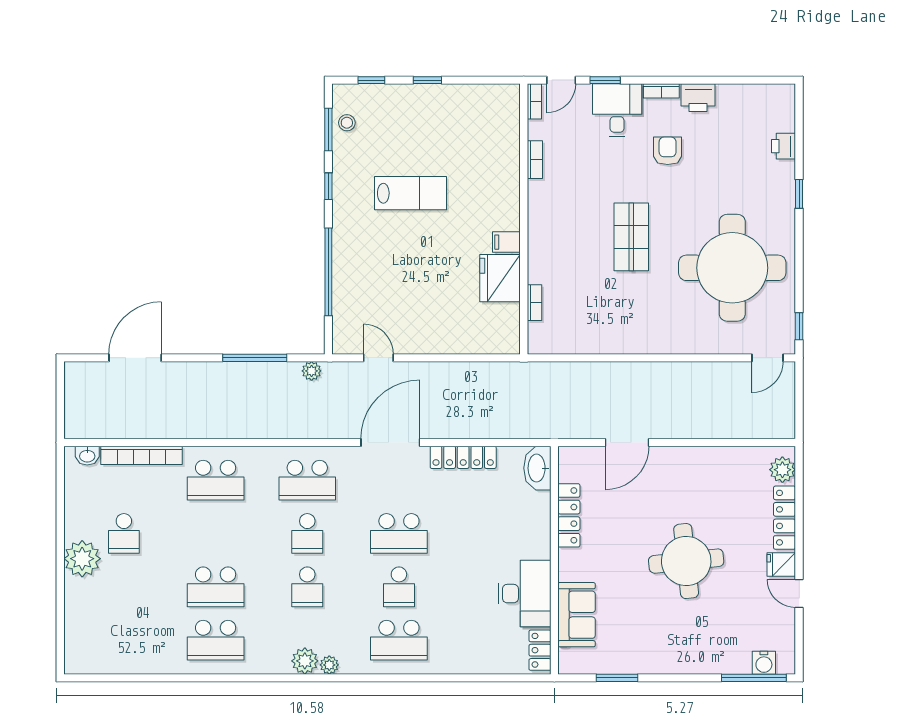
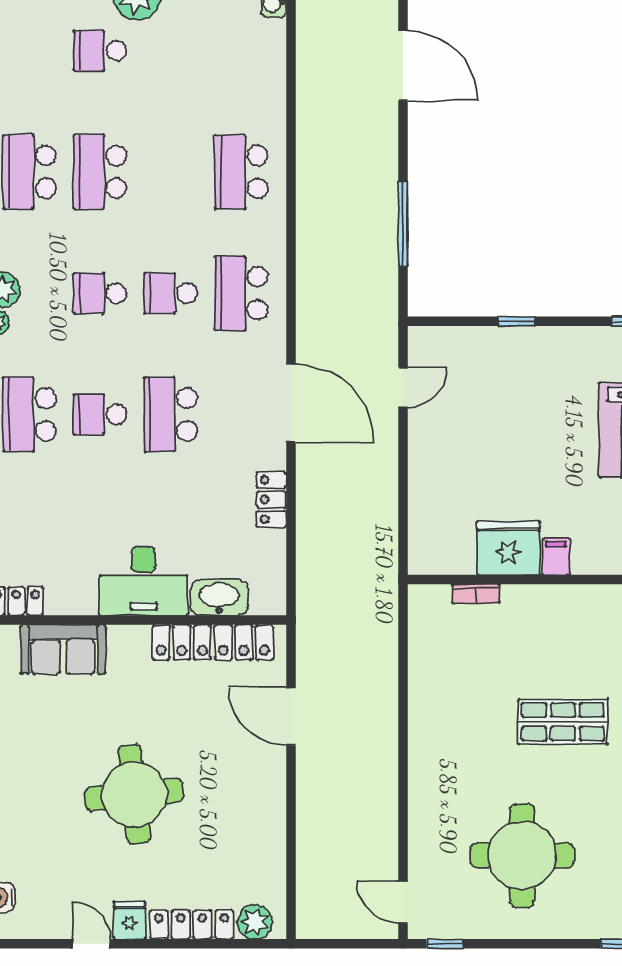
round table: (732, 268) -> (522, 855), width x0.73, depth x0.73
window: (328, 272) -> (517, 321), width x0.32
plant: (312, 371) -> (386, 299), removed
bookcase: (142, 455) -> (274, 74), removed
locker: (463, 457) -> (271, 499), width x0.66
washbasin: (537, 468) -> (219, 598), moved
locker: (569, 515) -> (213, 642), width x1.41, depth x1.21
school desk: (124, 533) -> (100, 51), moved
door: (799, 593) -> (91, 944), hinge flipped
desk: (525, 594) -> (144, 581), moved

